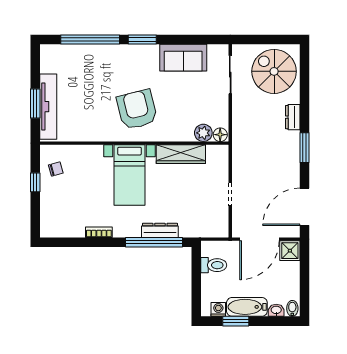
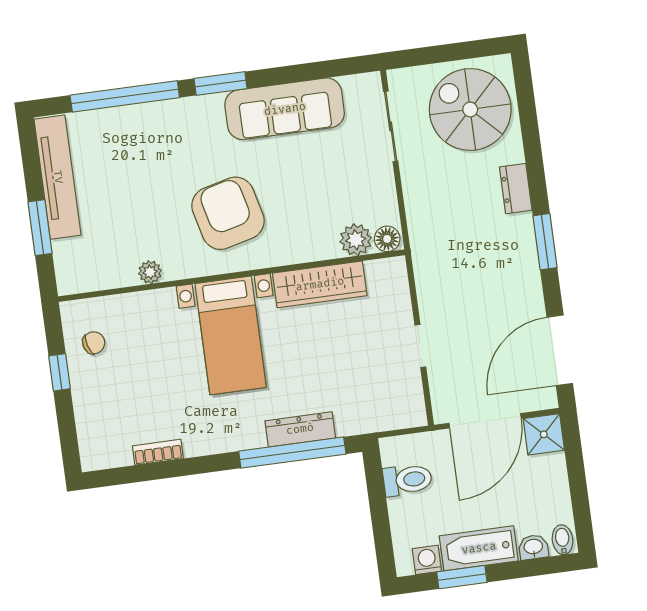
sofa: (183, 58) -> (285, 109), width x1.36
tv unit: (48, 107) -> (58, 177), moved
plant: (91, 135) -> (150, 272), added
bookcase: (99, 232) -> (158, 452), moved

